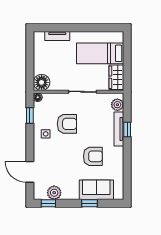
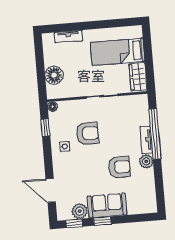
floor lamp: (42, 82) -> (54, 75), moved
plant: (117, 105) -> (146, 161), moved
tv unit: (119, 129) -> (146, 140), width x0.71
window: (127, 130) -> (155, 134), width x3.17
sofa: (96, 190) -> (107, 206), moved
window: (89, 203) -> (102, 221), moved

